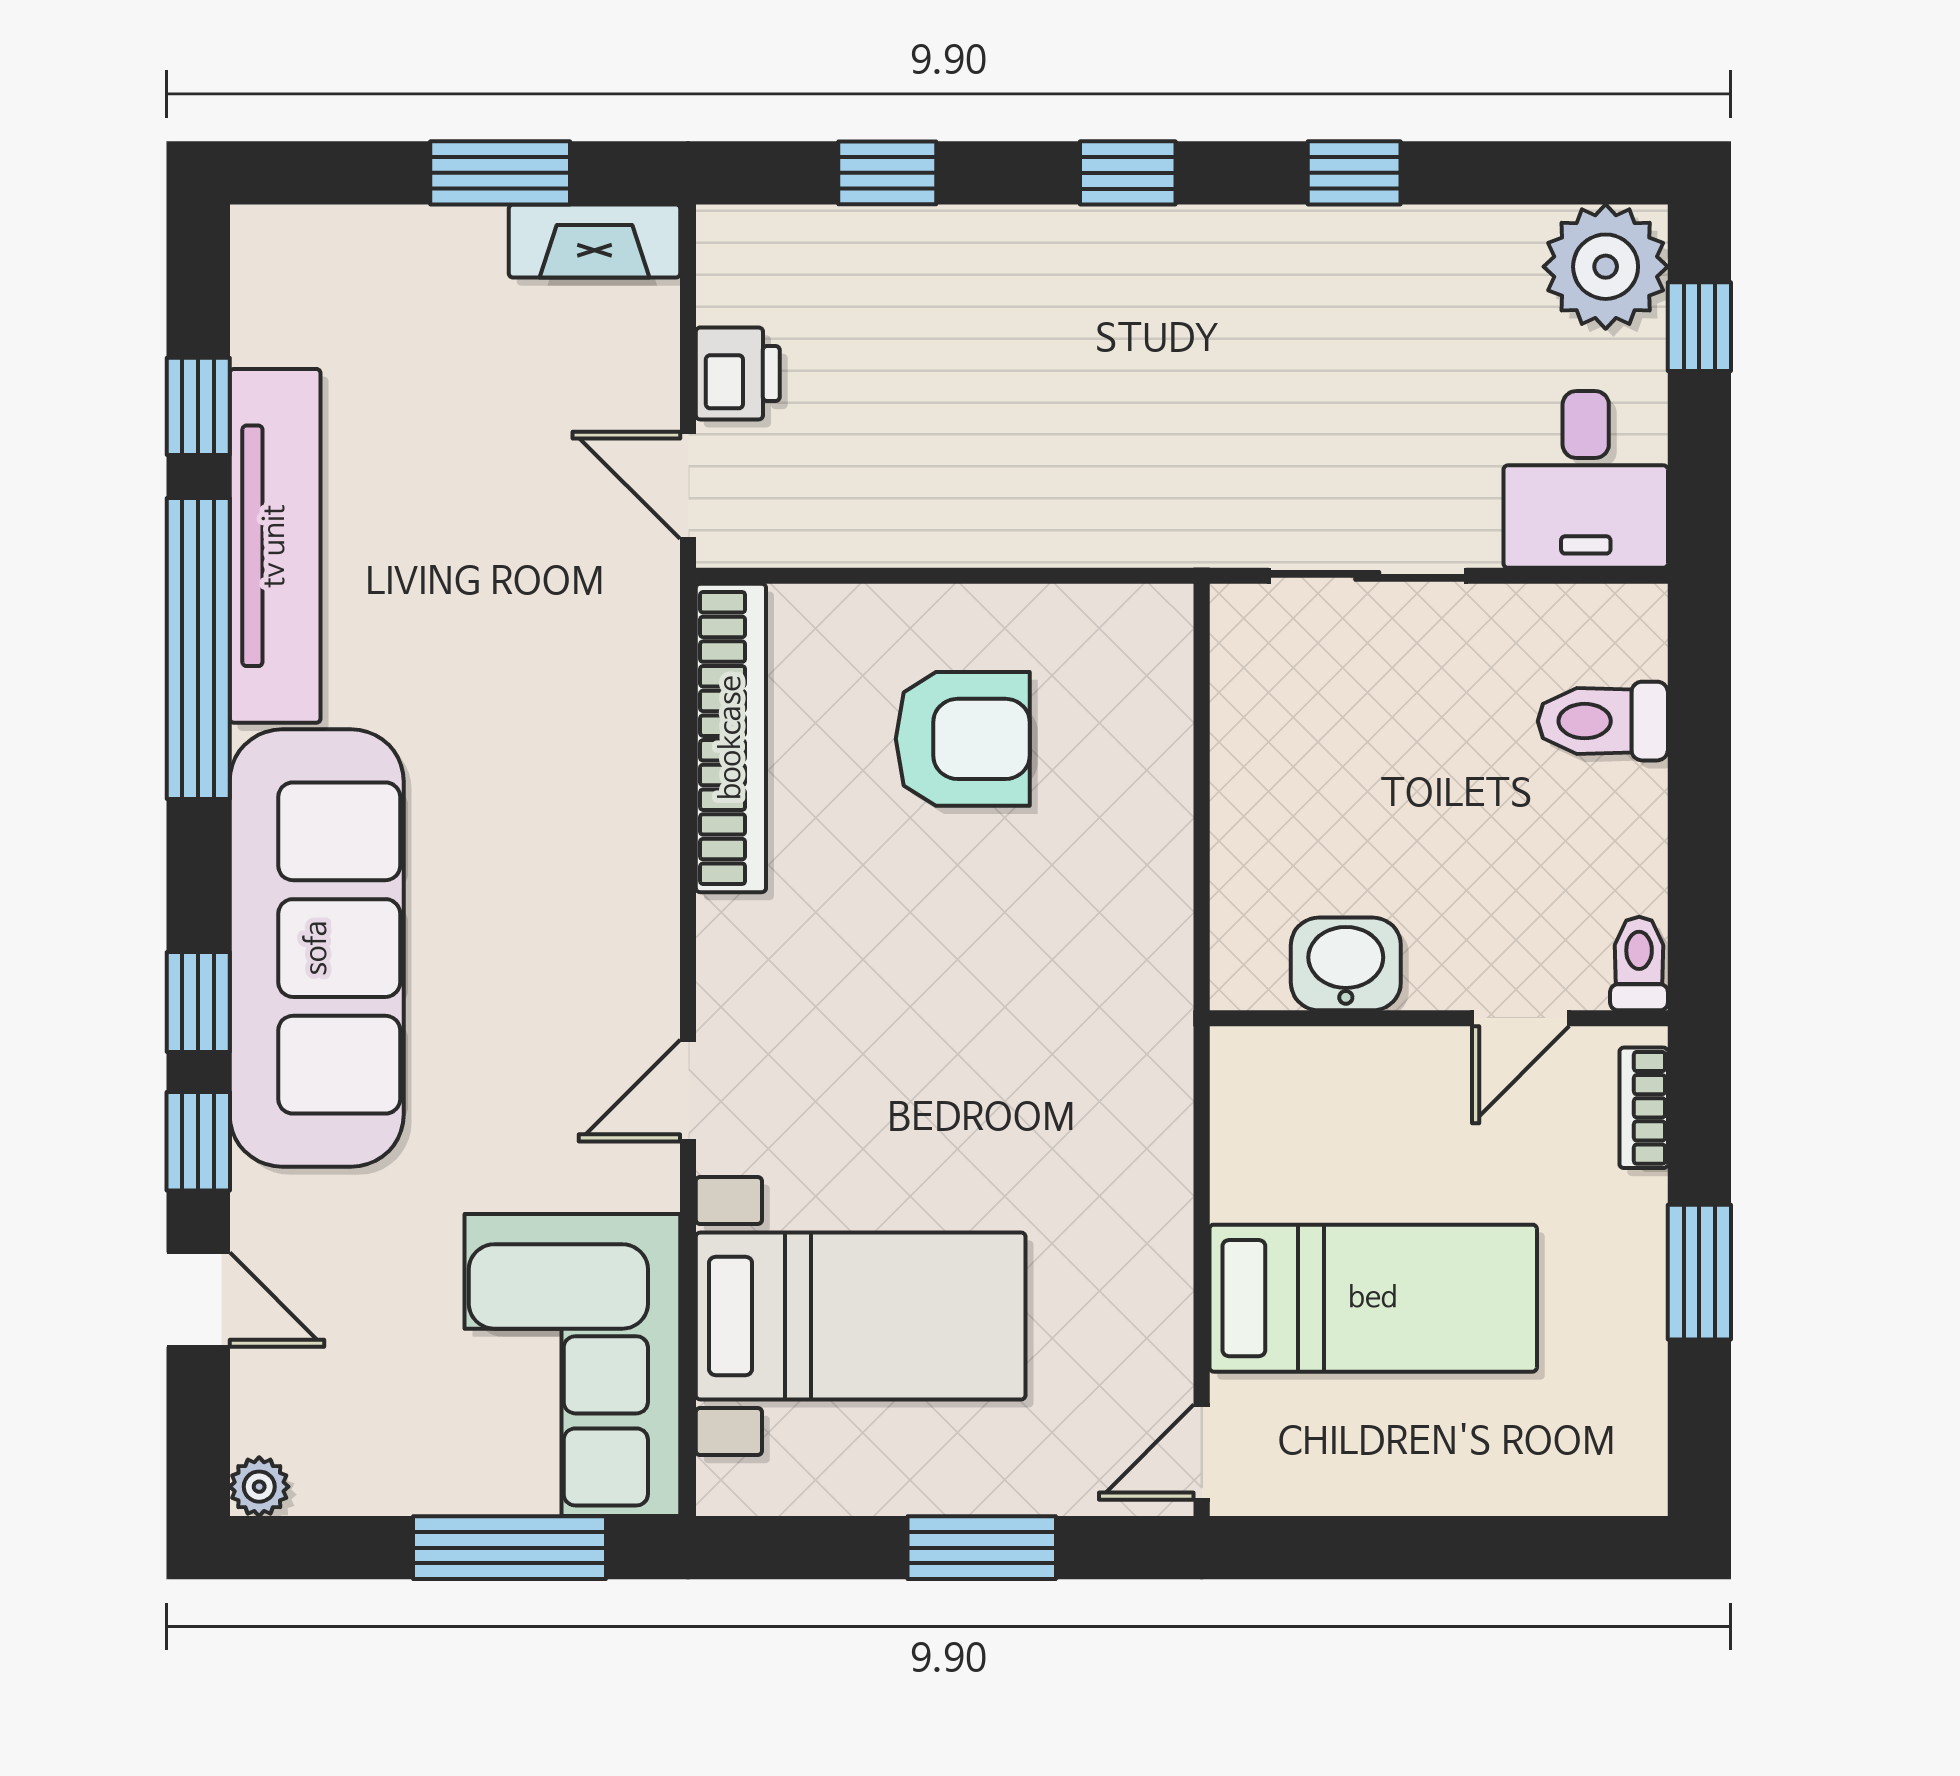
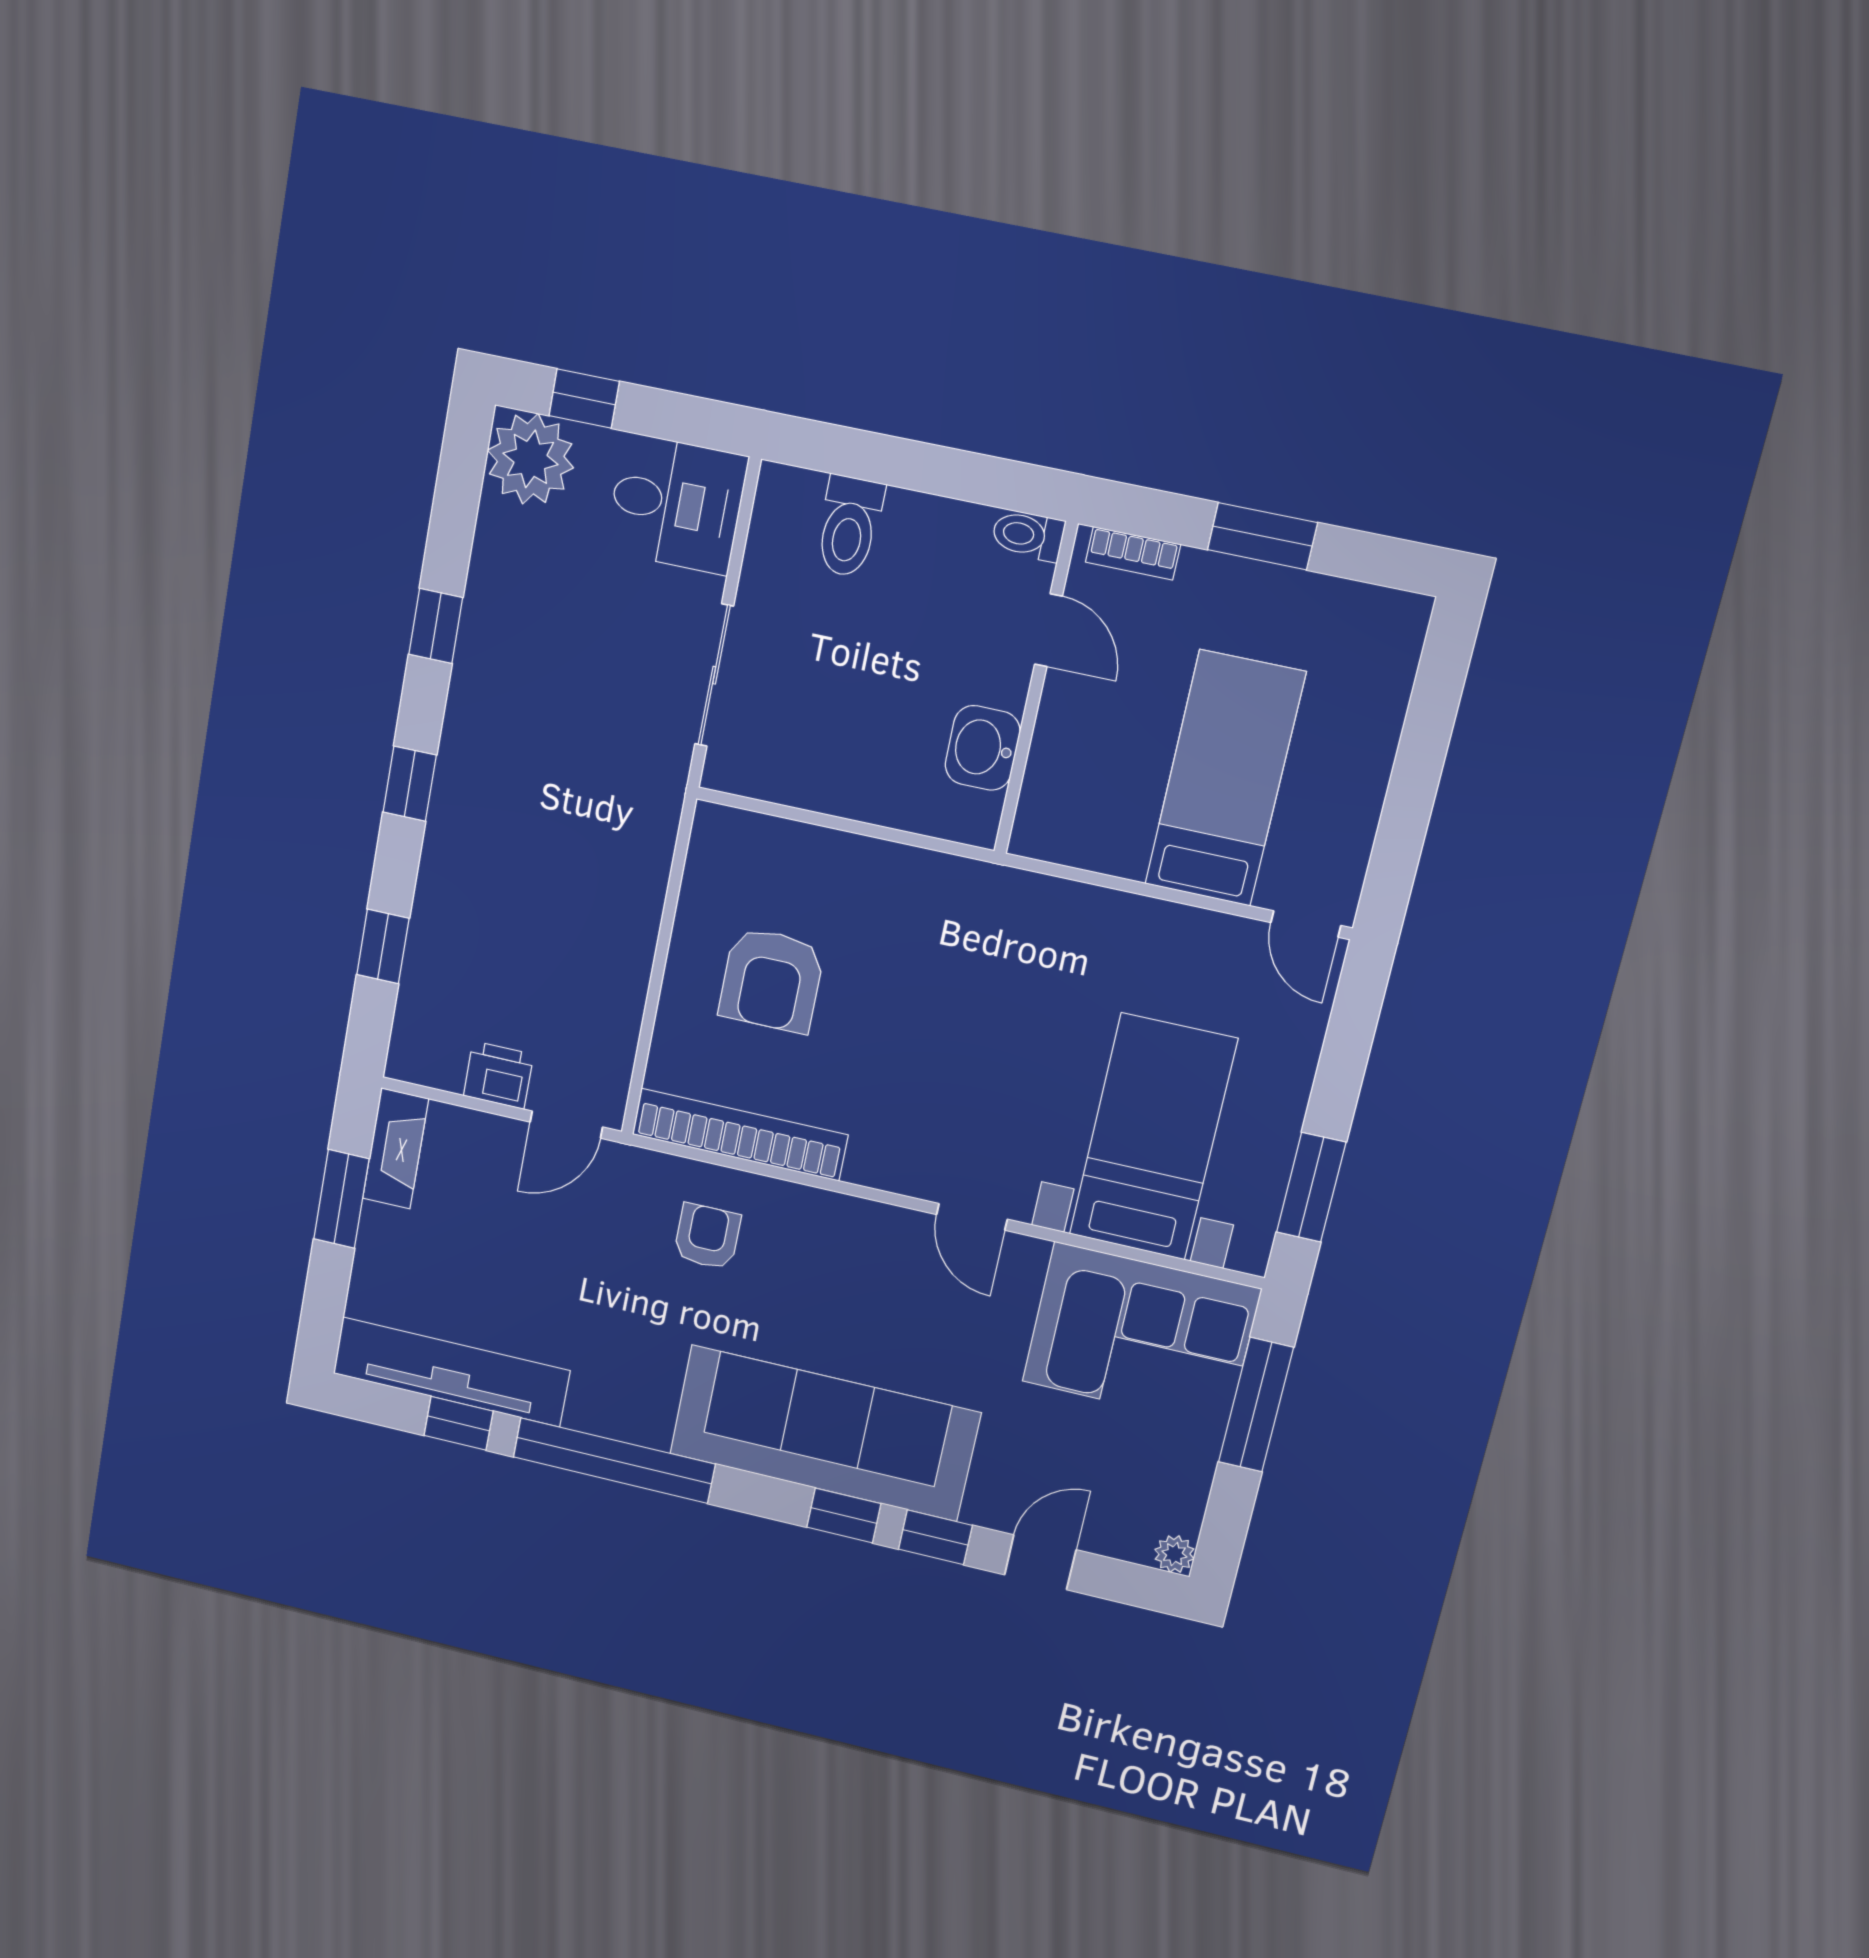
tv unit: (275, 546) -> (451, 1372), moved
armchair: (571, 720) -> (707, 1236), added
armchair: (963, 739) -> (771, 980), turned 180
window: (982, 1548) -> (1311, 1187), moved

